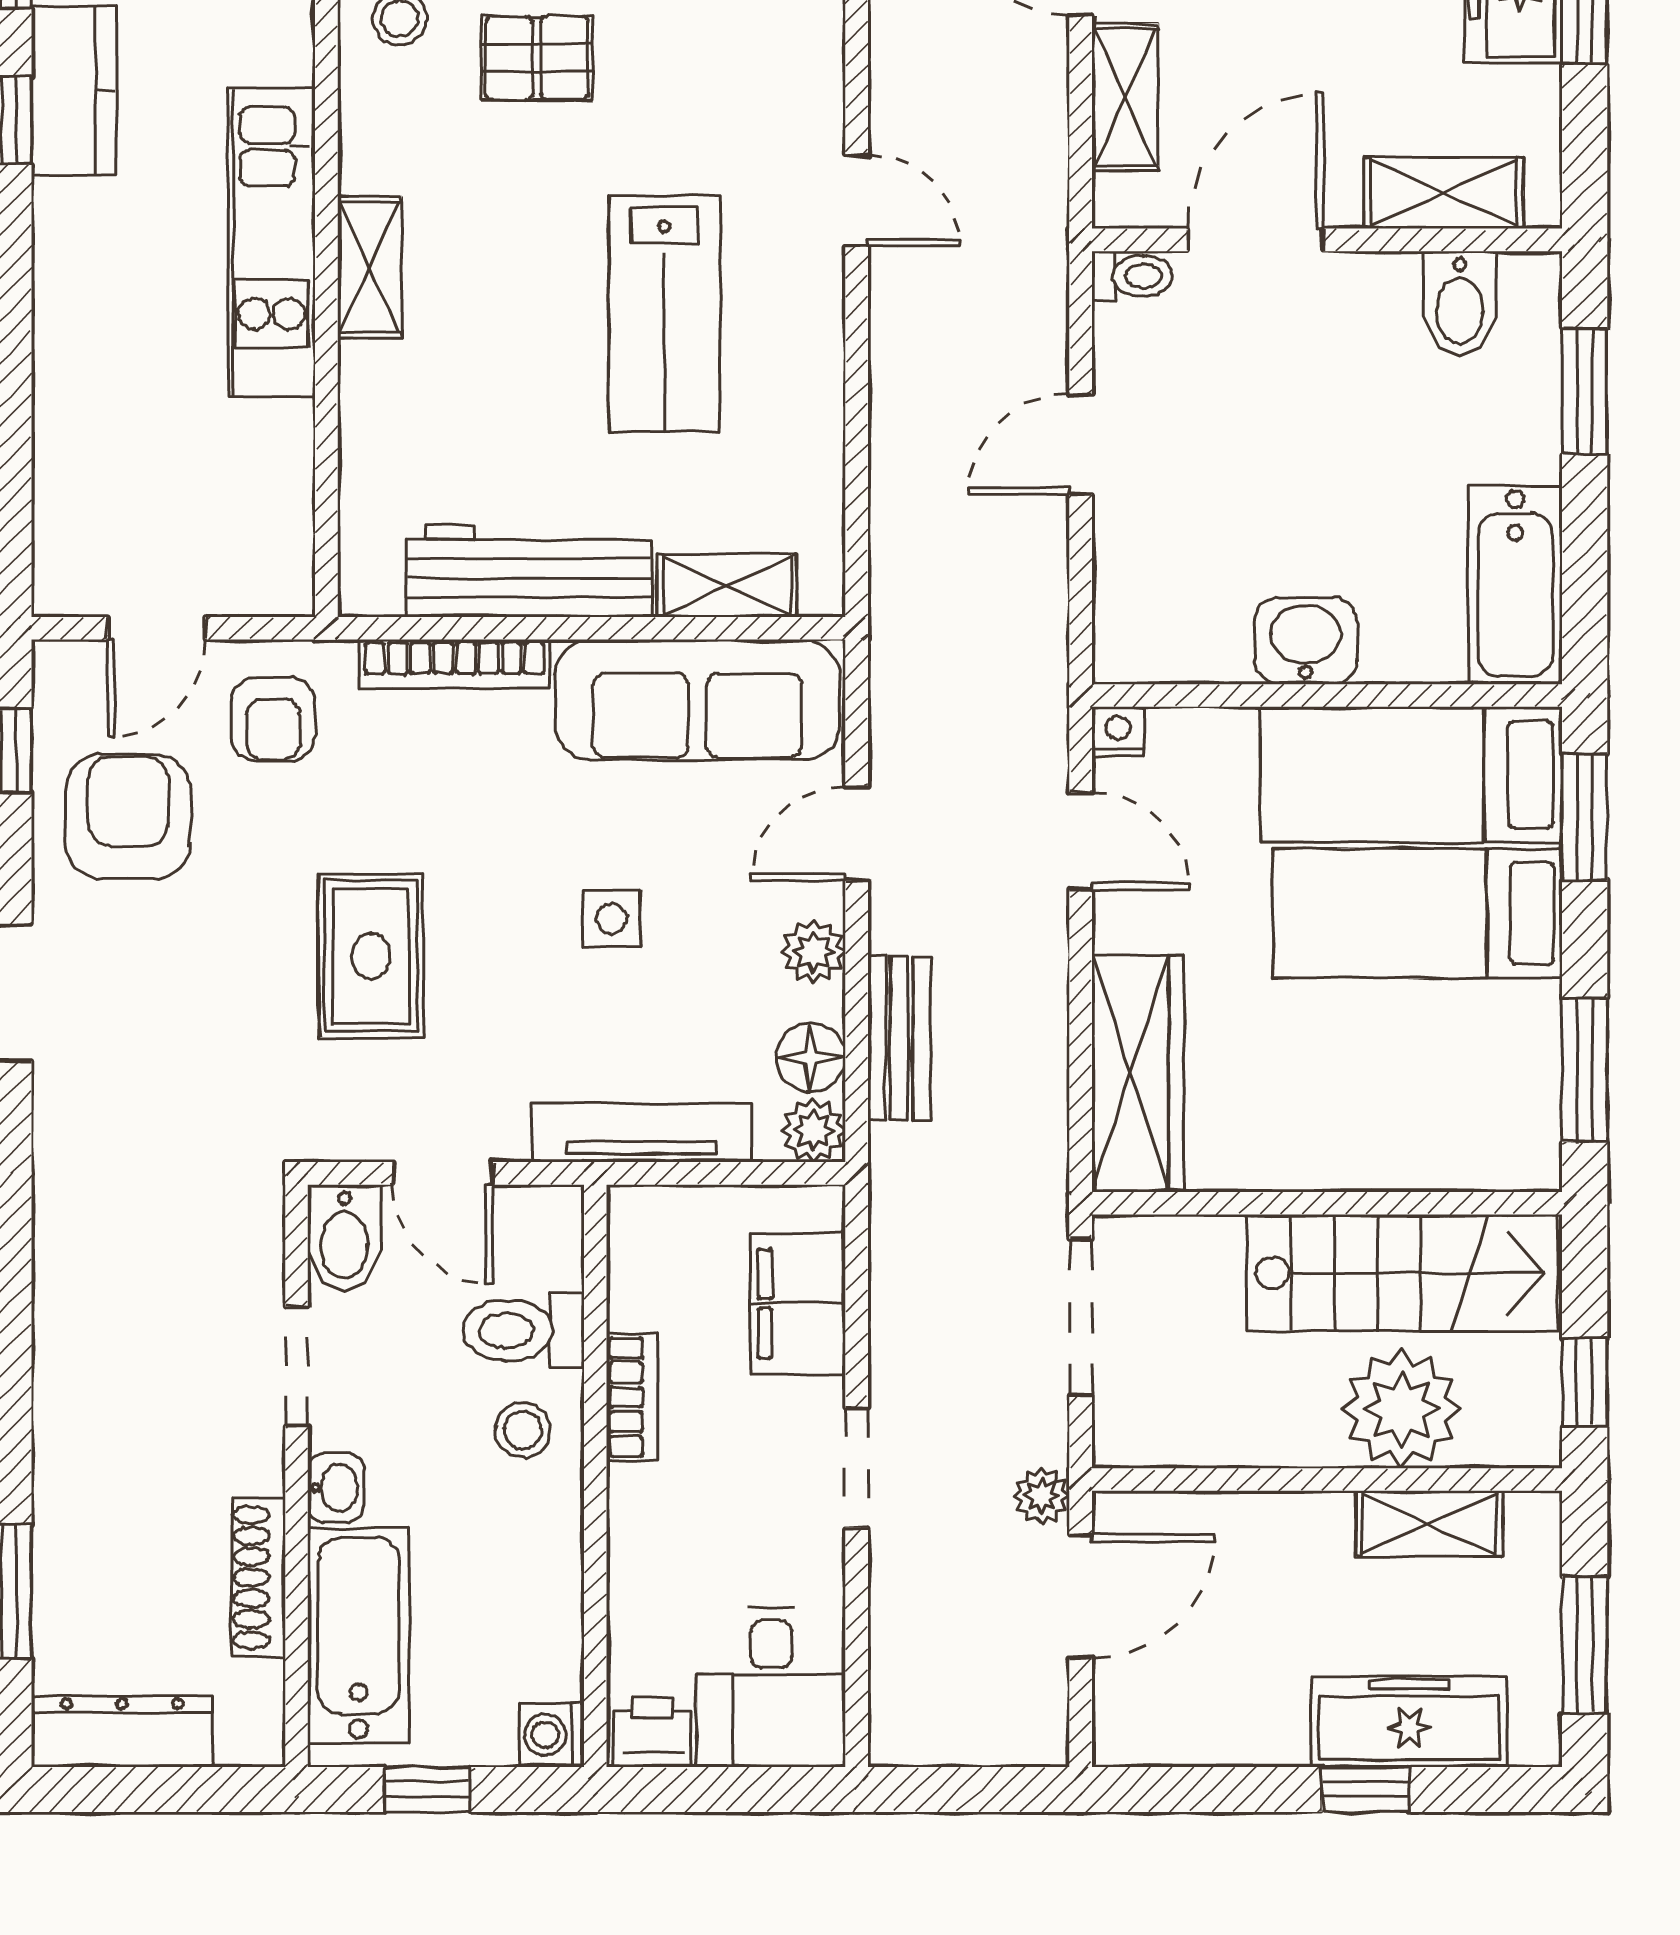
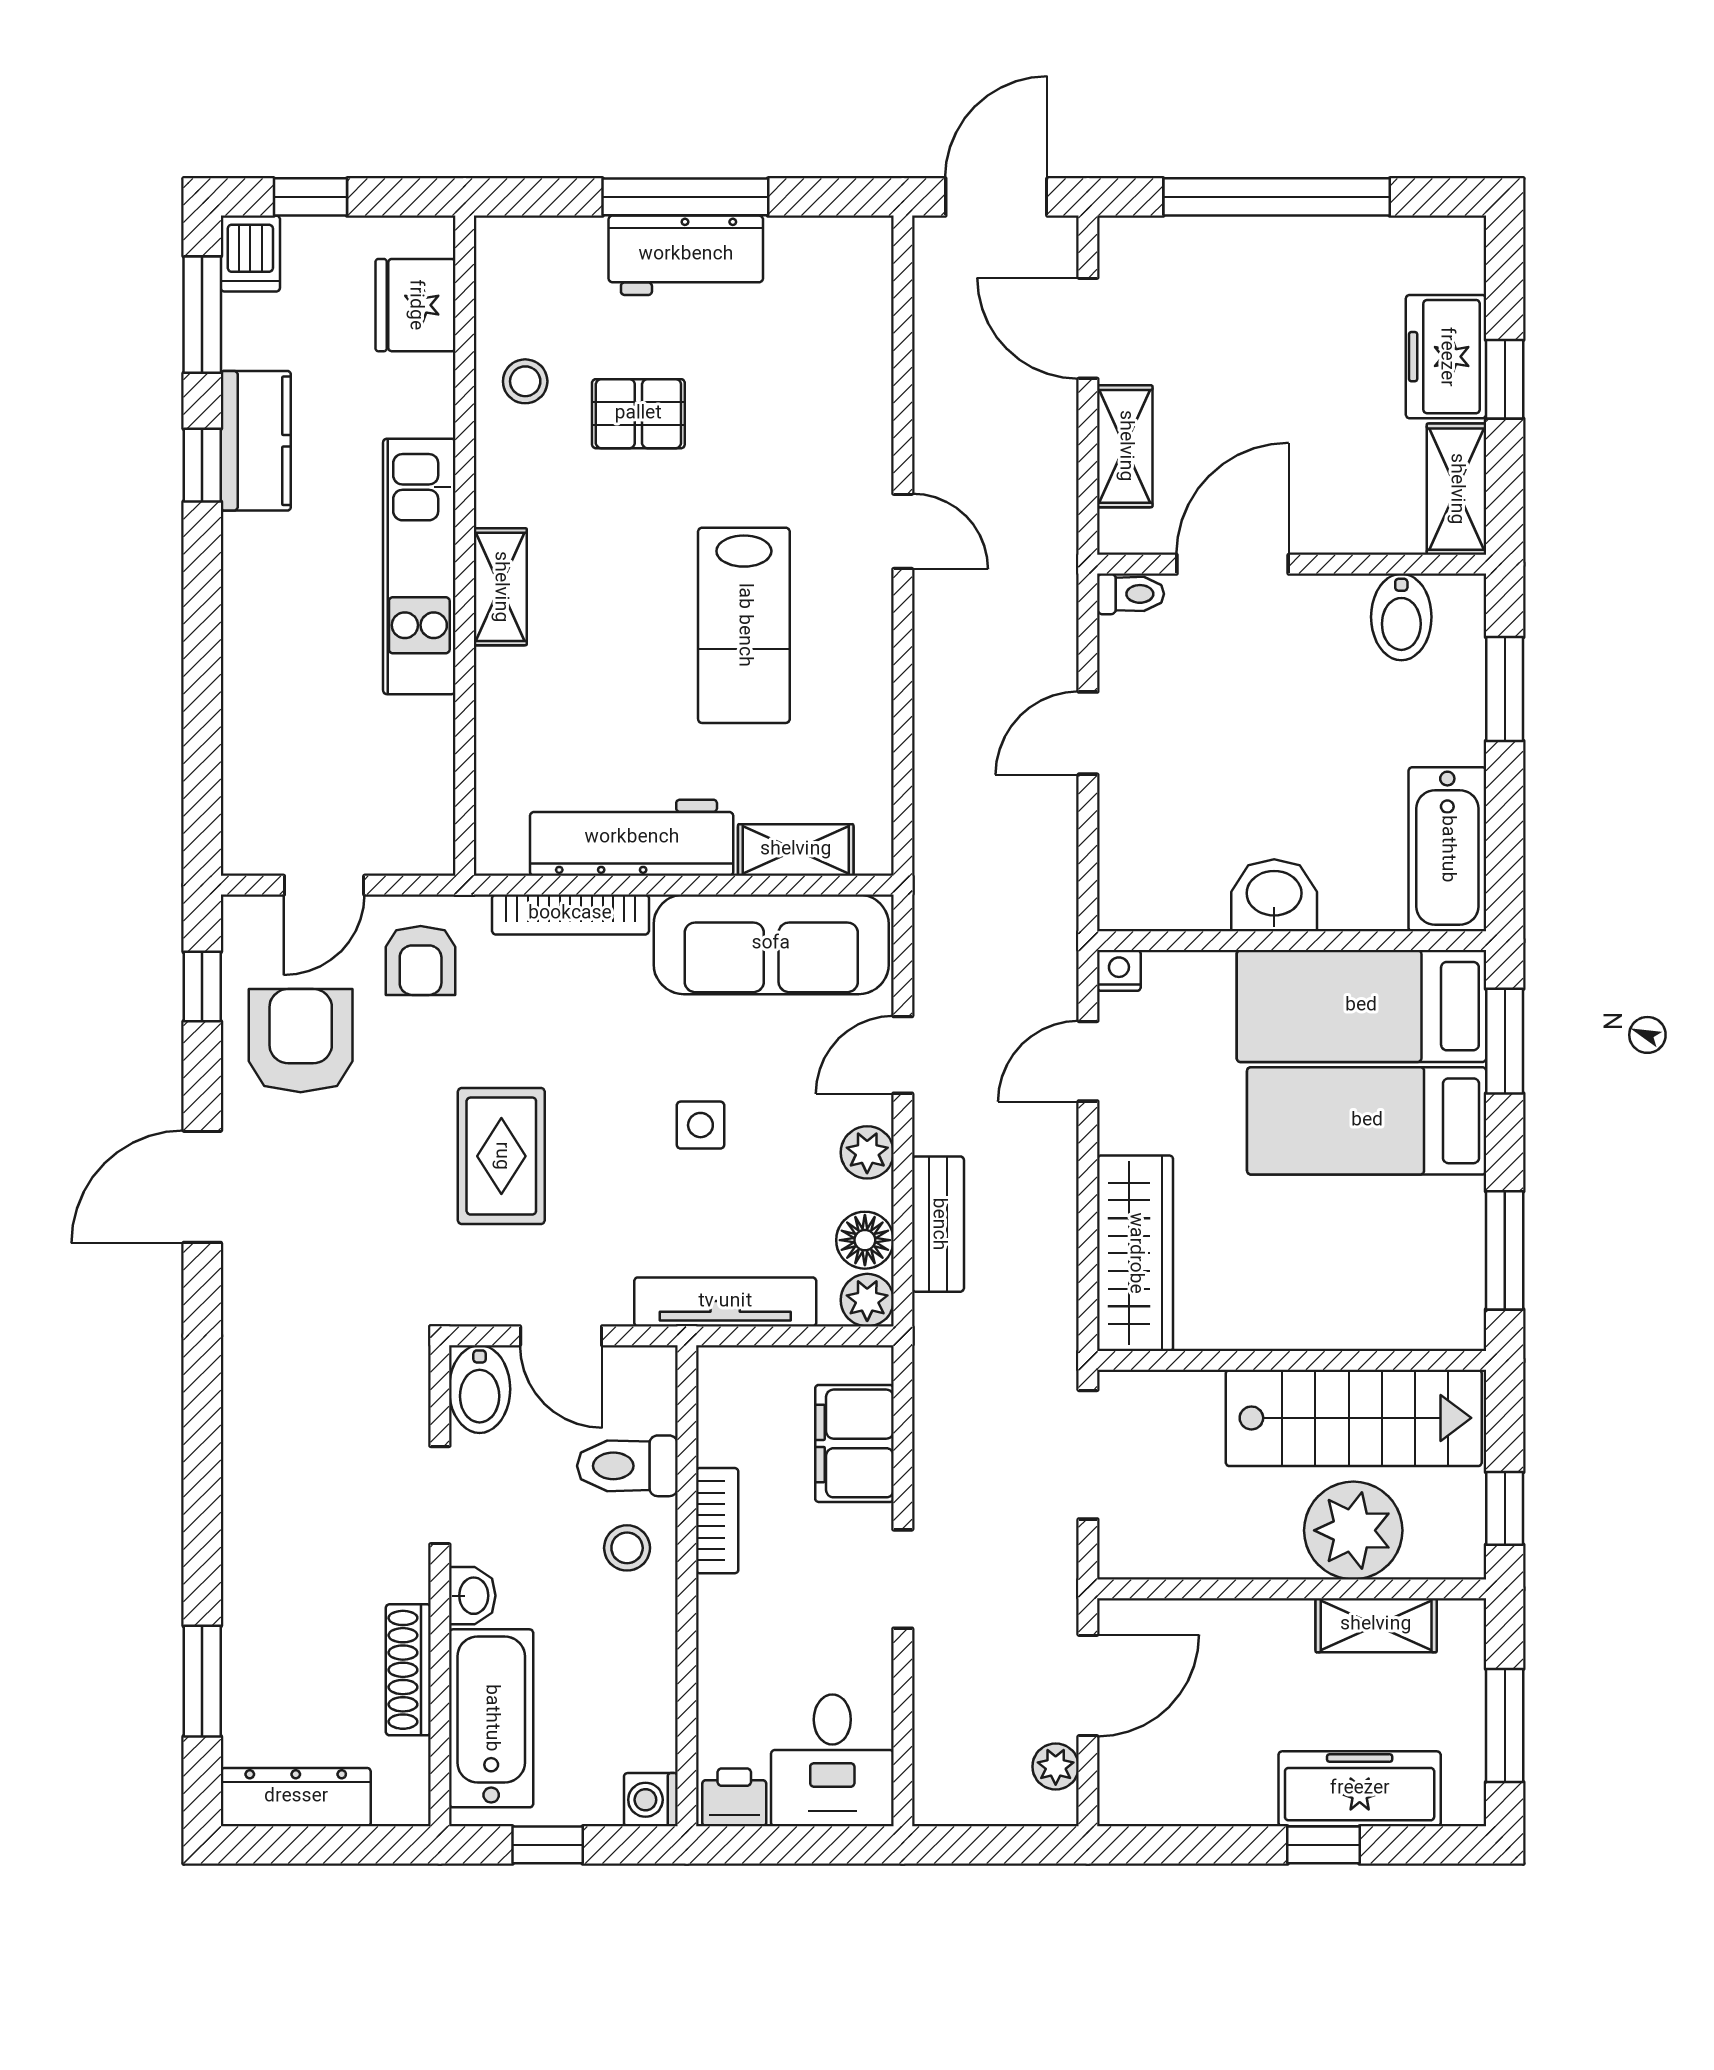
shelving: (1444, 193) -> (1456, 489), moved, turned 90
door: (1081, 841) -> (1088, 1061), swing flipped
plant: (1041, 1496) -> (1056, 1767), moved

